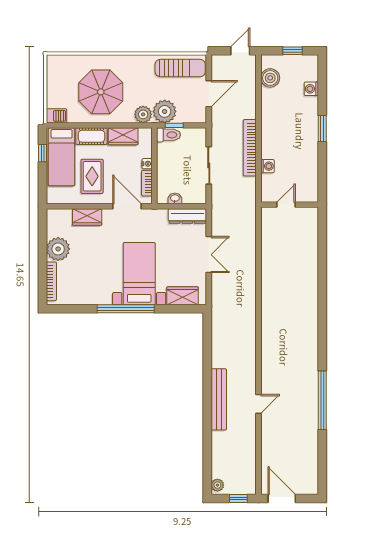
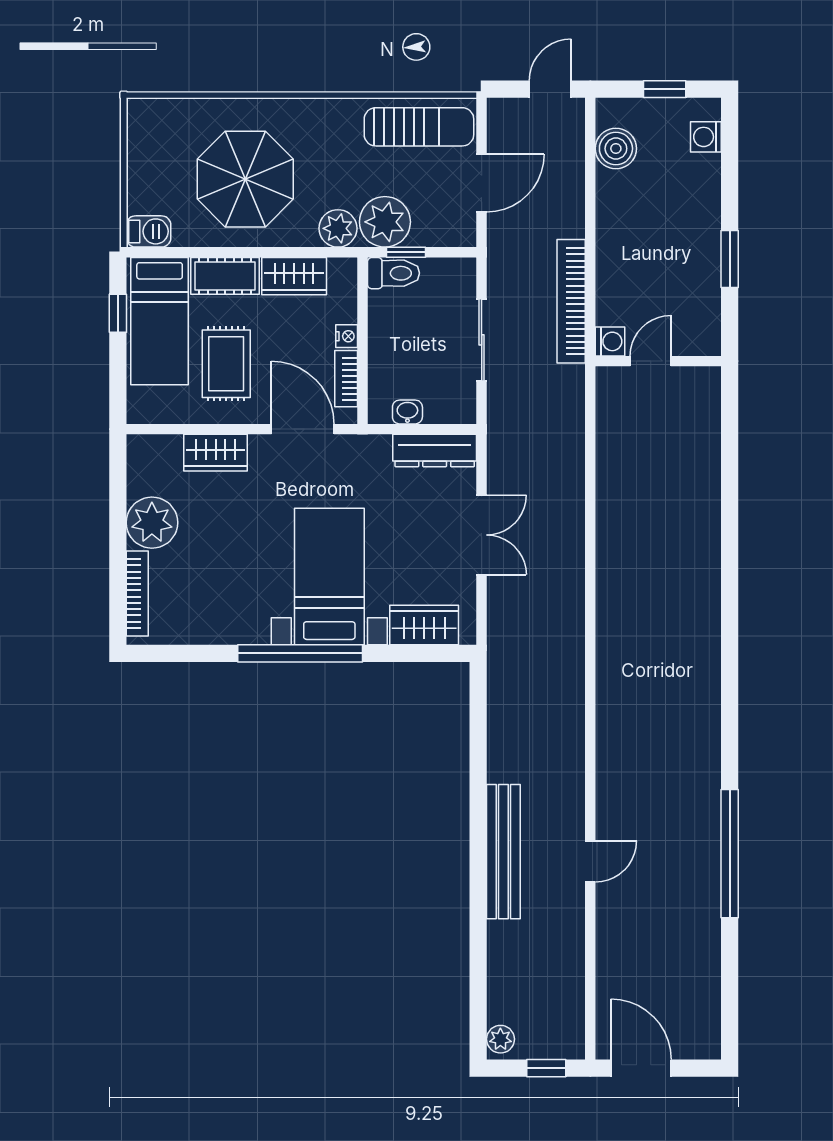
washing machine: (311, 89) -> (706, 137), moved
door: (286, 205) -> (651, 361), moved
wall: (290, 205) -> (658, 361), moved

